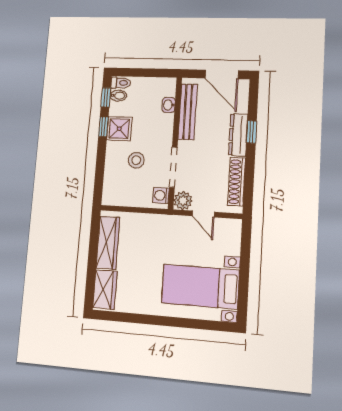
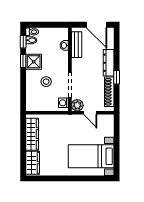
bench: (188, 112) -> (77, 45), width x0.73
window: (251, 132) -> (117, 77), moved

